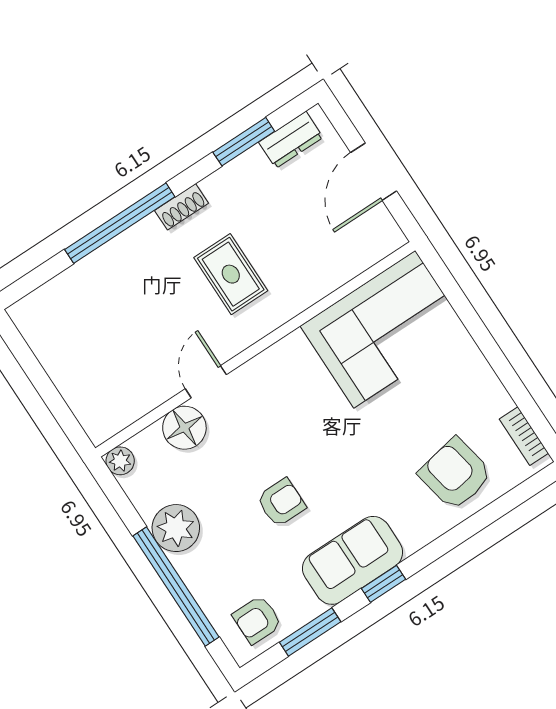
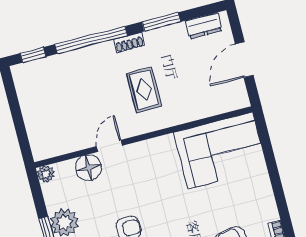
window: (244, 142) -> (161, 22), moved
window: (35, 279) -> (33, 55), added

